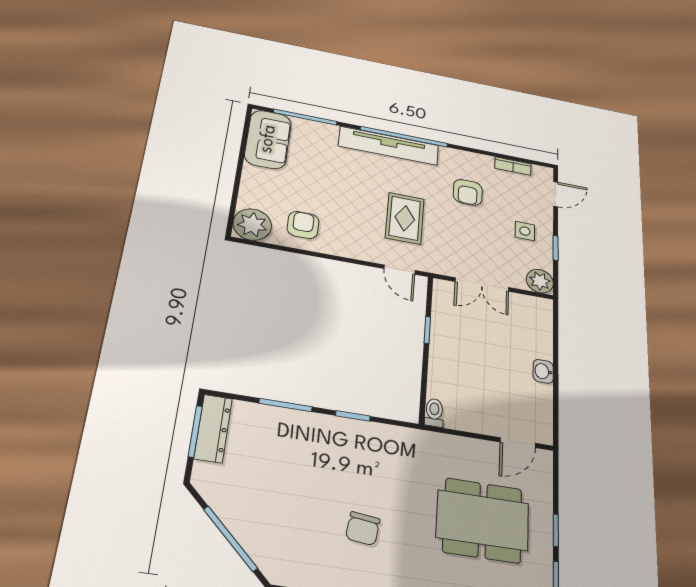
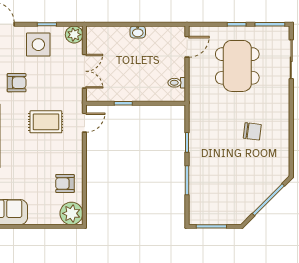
side table: (525, 231) -> (38, 45), width x1.87, depth x1.87
toilet: (434, 413) -> (177, 83), moved
dresser: (213, 428) -> (208, 217), removed
door: (518, 443) -> (187, 47), hinge flipped

